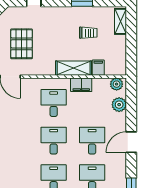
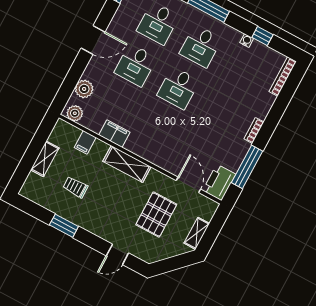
shelving: (120, 21) -> (45, 159), moved
shelving: (74, 68) -> (127, 164), moved
desk: (54, 103) -> (156, 130), removed

